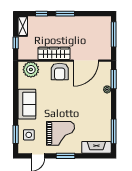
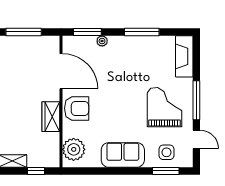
wardrobe: (54, 53) -> (51, 117), width x0.67
window: (114, 131) -> (142, 32), moved
window: (66, 156) -> (196, 100), width x1.44

